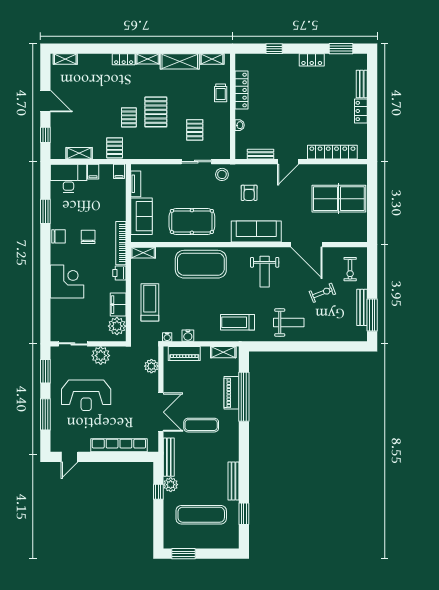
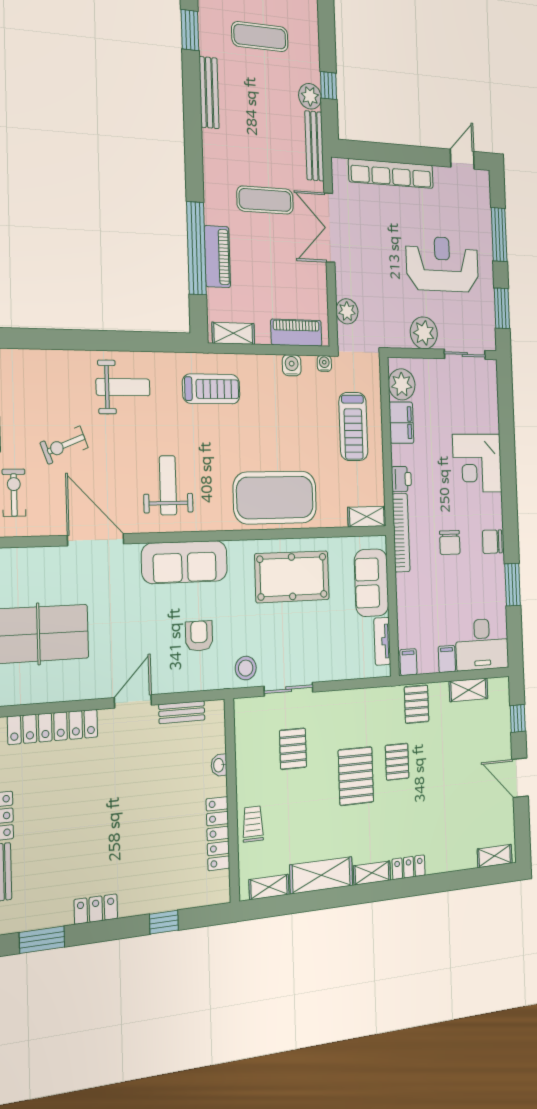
weight bench: (289, 322) -> (123, 387), turned 180
exercise mat: (201, 515) -> (260, 37), width x0.73, depth x0.69

